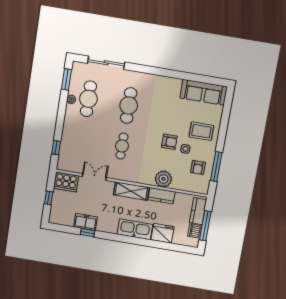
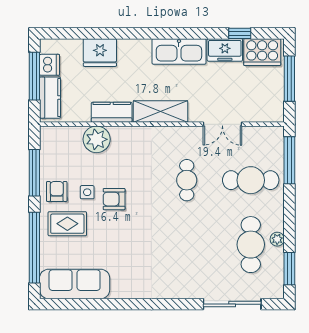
cafe table: (129, 106) -> (251, 180), moved, turned 90
window: (225, 120) -> (34, 248), added
window: (56, 148) -> (289, 160), width x2.17
armchair: (198, 167) -> (57, 191), moved
plant: (163, 179) -> (97, 139), moved
cooker: (66, 182) -> (262, 52), moved, turned 180
window: (49, 198) -> (289, 79), width x2.17
kitchen sink: (135, 229) -> (179, 51), moved
window: (88, 233) -> (240, 33), moved

